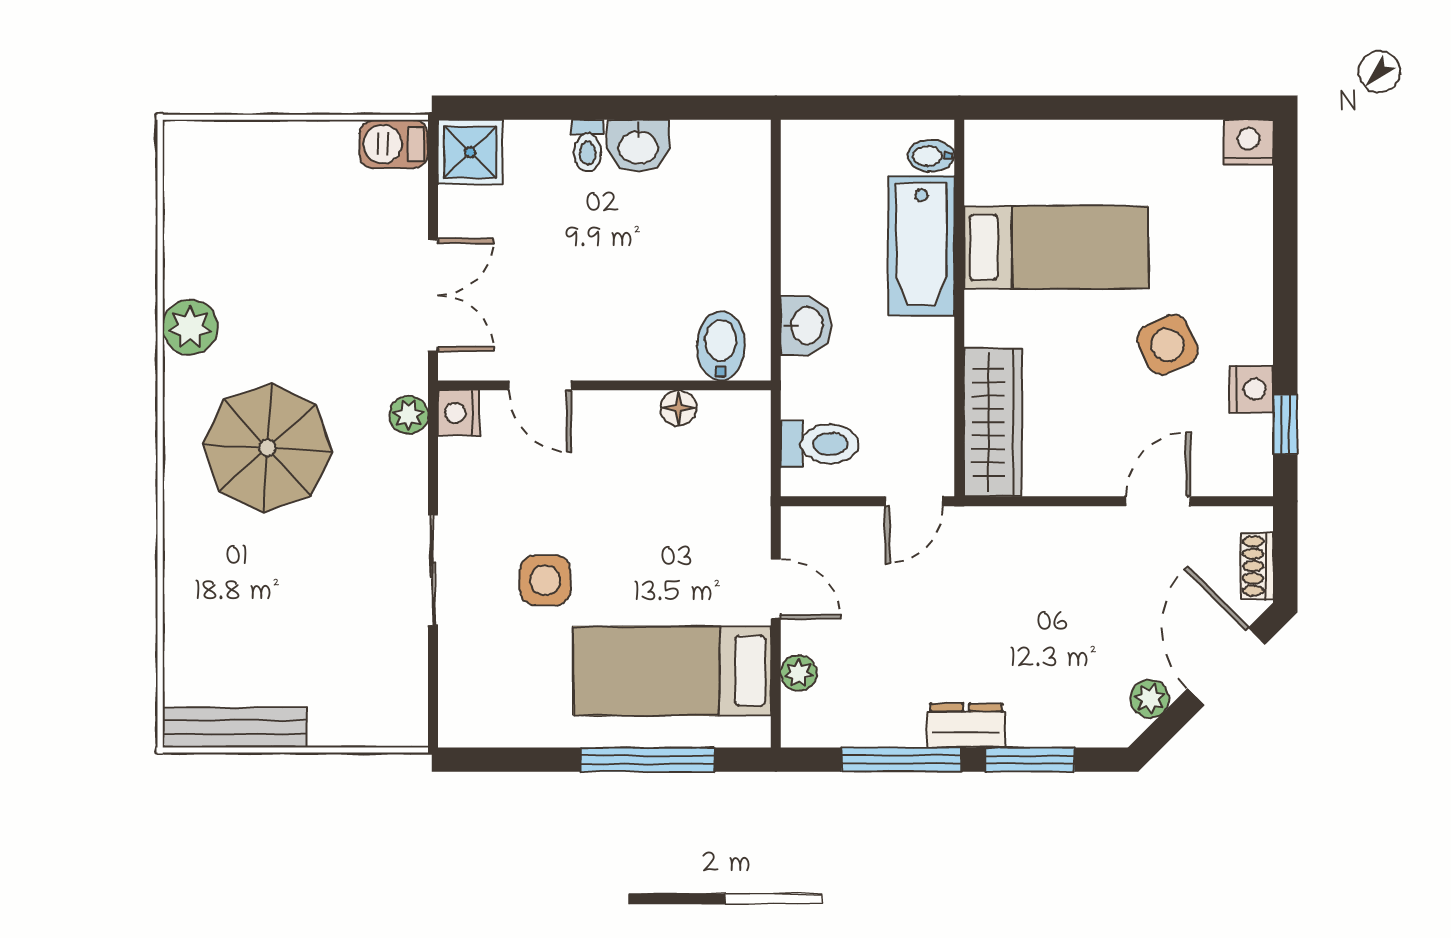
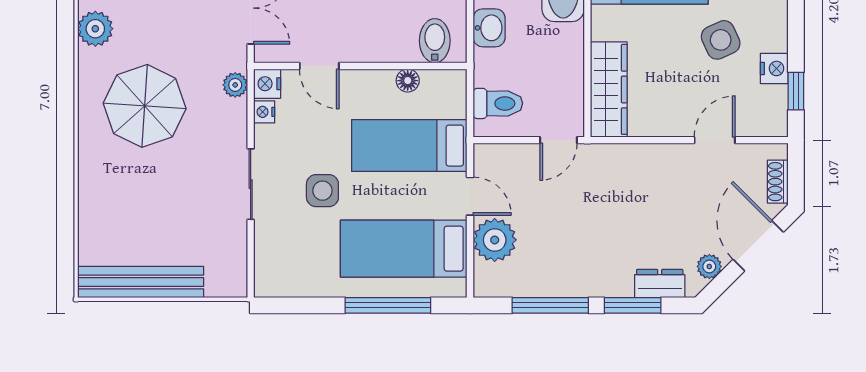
nightstand: (454, 457) -> (264, 112), added
bed: (681, 510) -> (409, 146), added
plant: (799, 673) -> (495, 240), width x1.88, depth x1.88
dresser: (966, 725) -> (660, 284), moved
bench: (235, 727) -> (141, 282), width x1.37, depth x1.21

